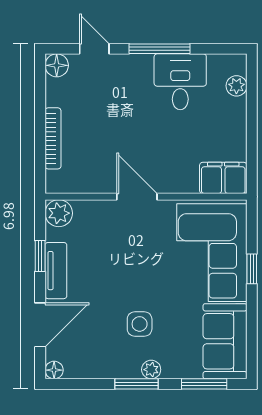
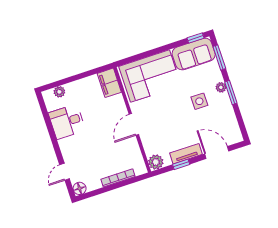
window: (159, 49) -> (53, 138), removed
window: (252, 269) -> (195, 38), moved
floor lamp: (54, 370) -> (238, 138), removed

